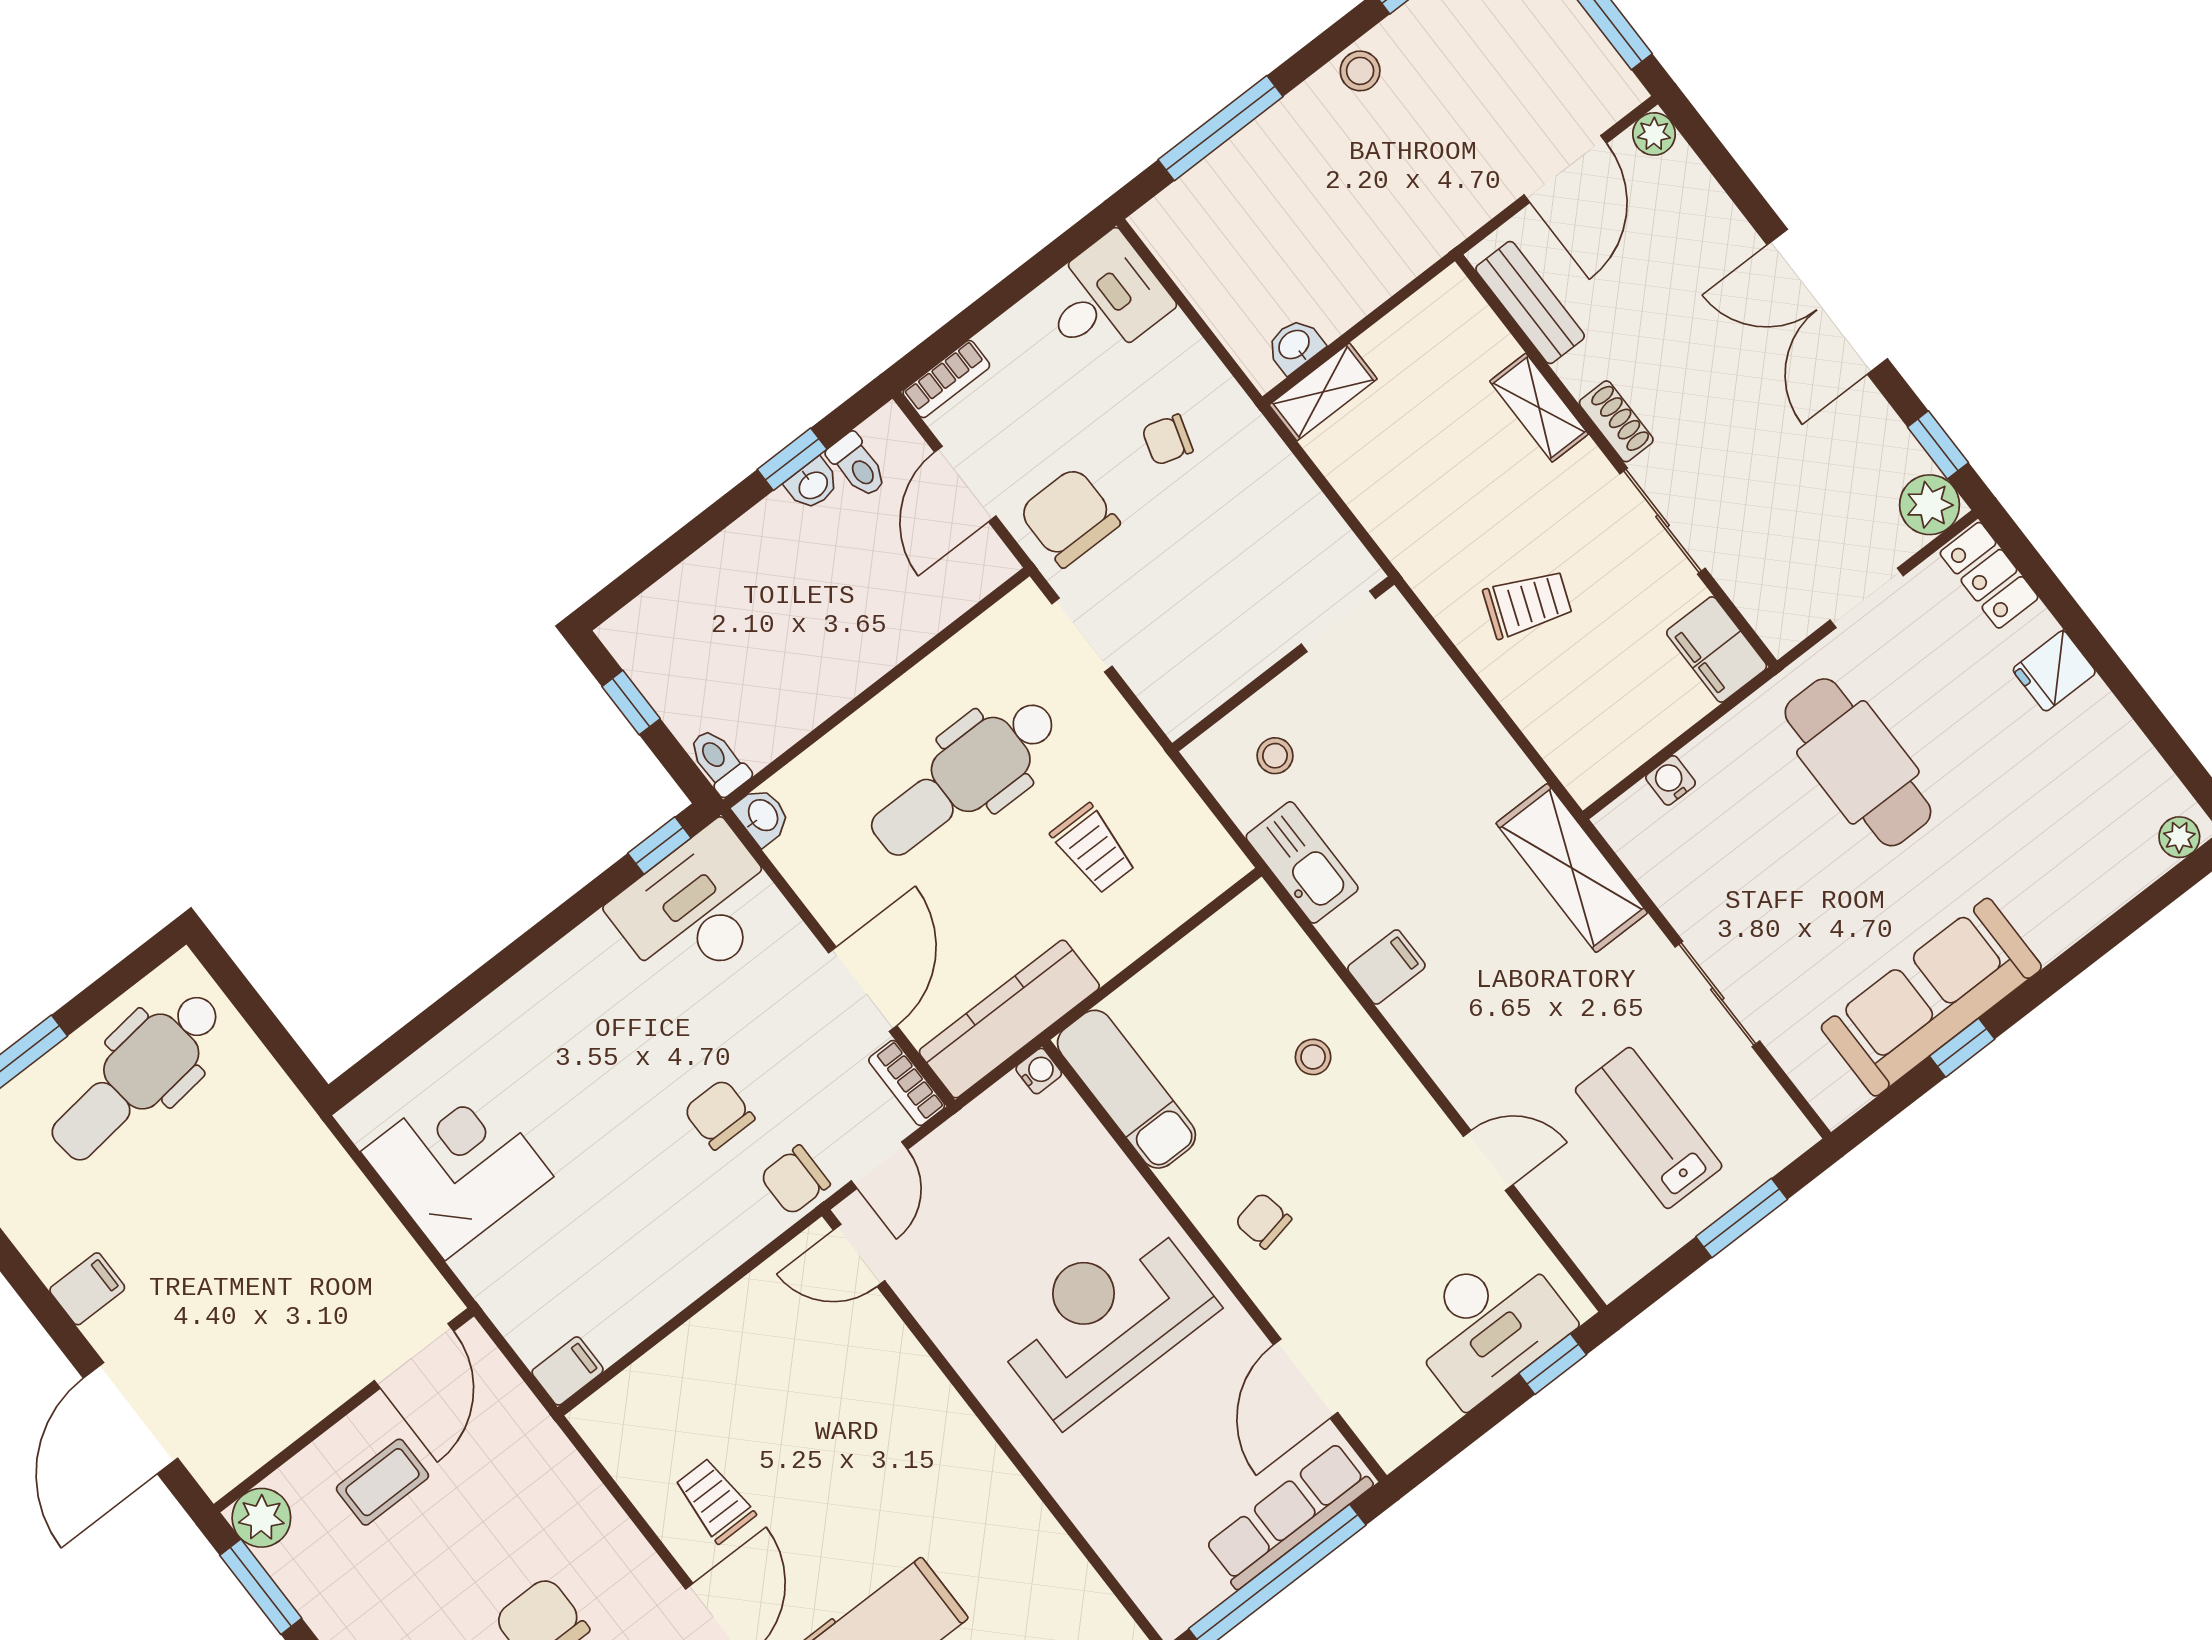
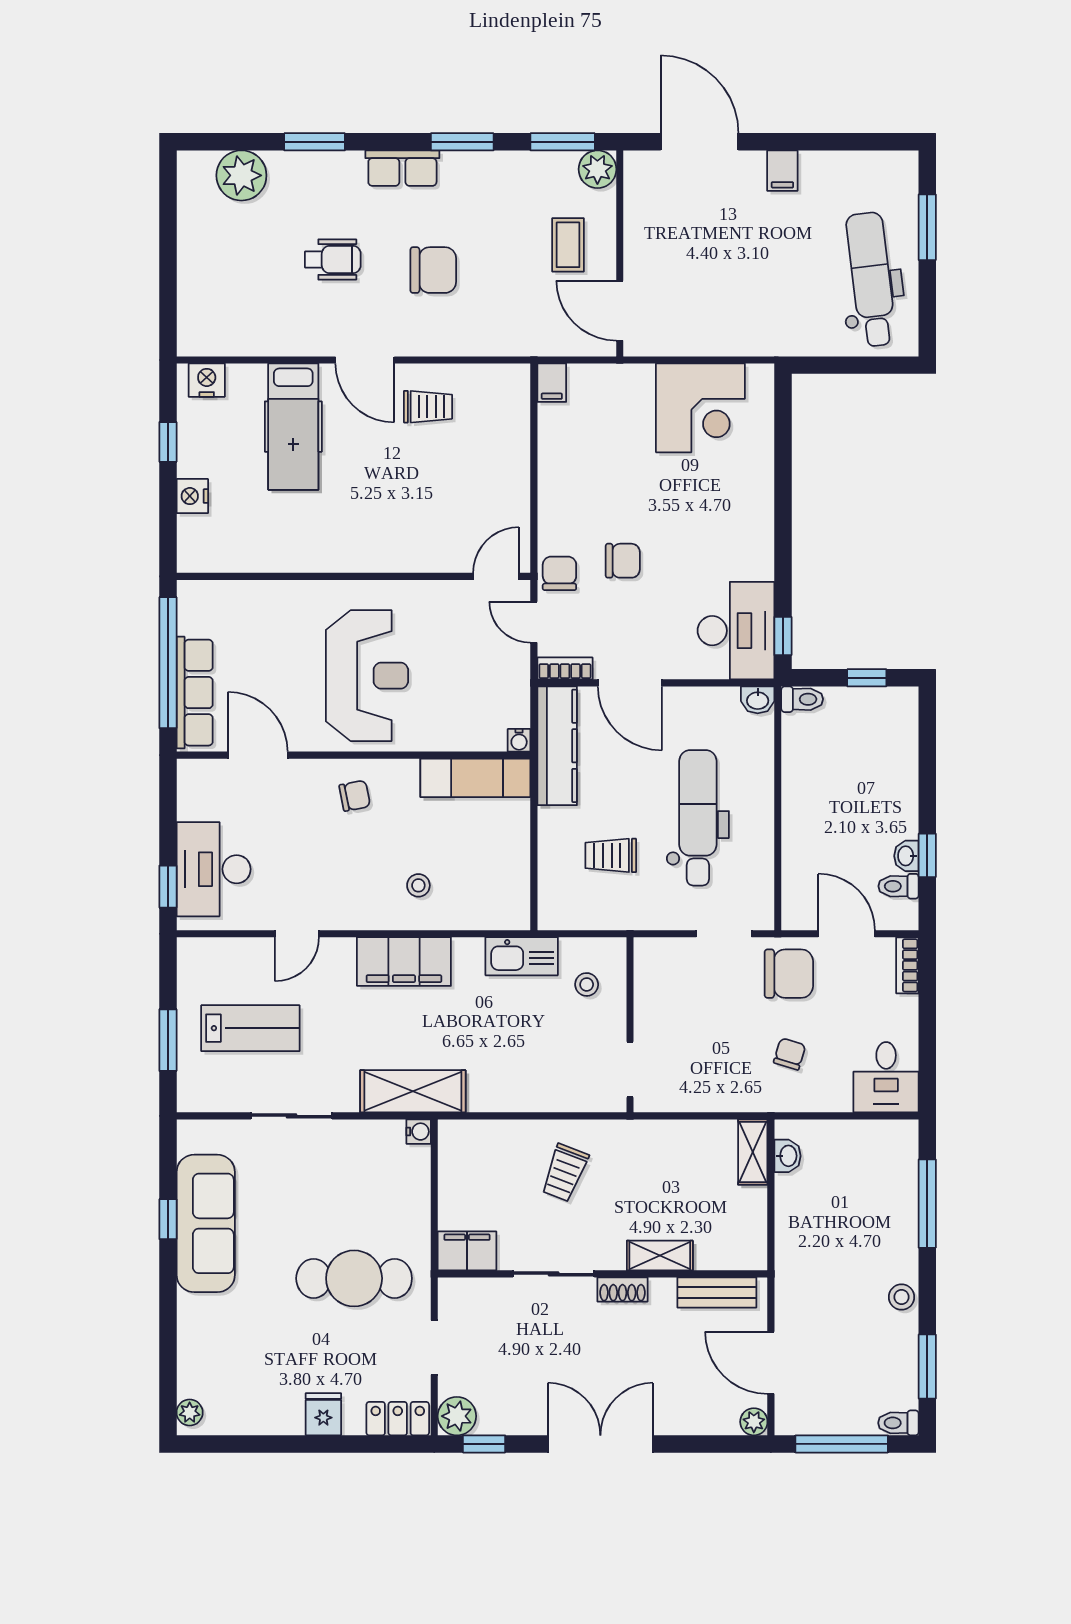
water cooler: (1671, 780) -> (419, 1132), moved
filing cabinet: (1386, 967) -> (404, 962), width x3.00, depth x1.17

